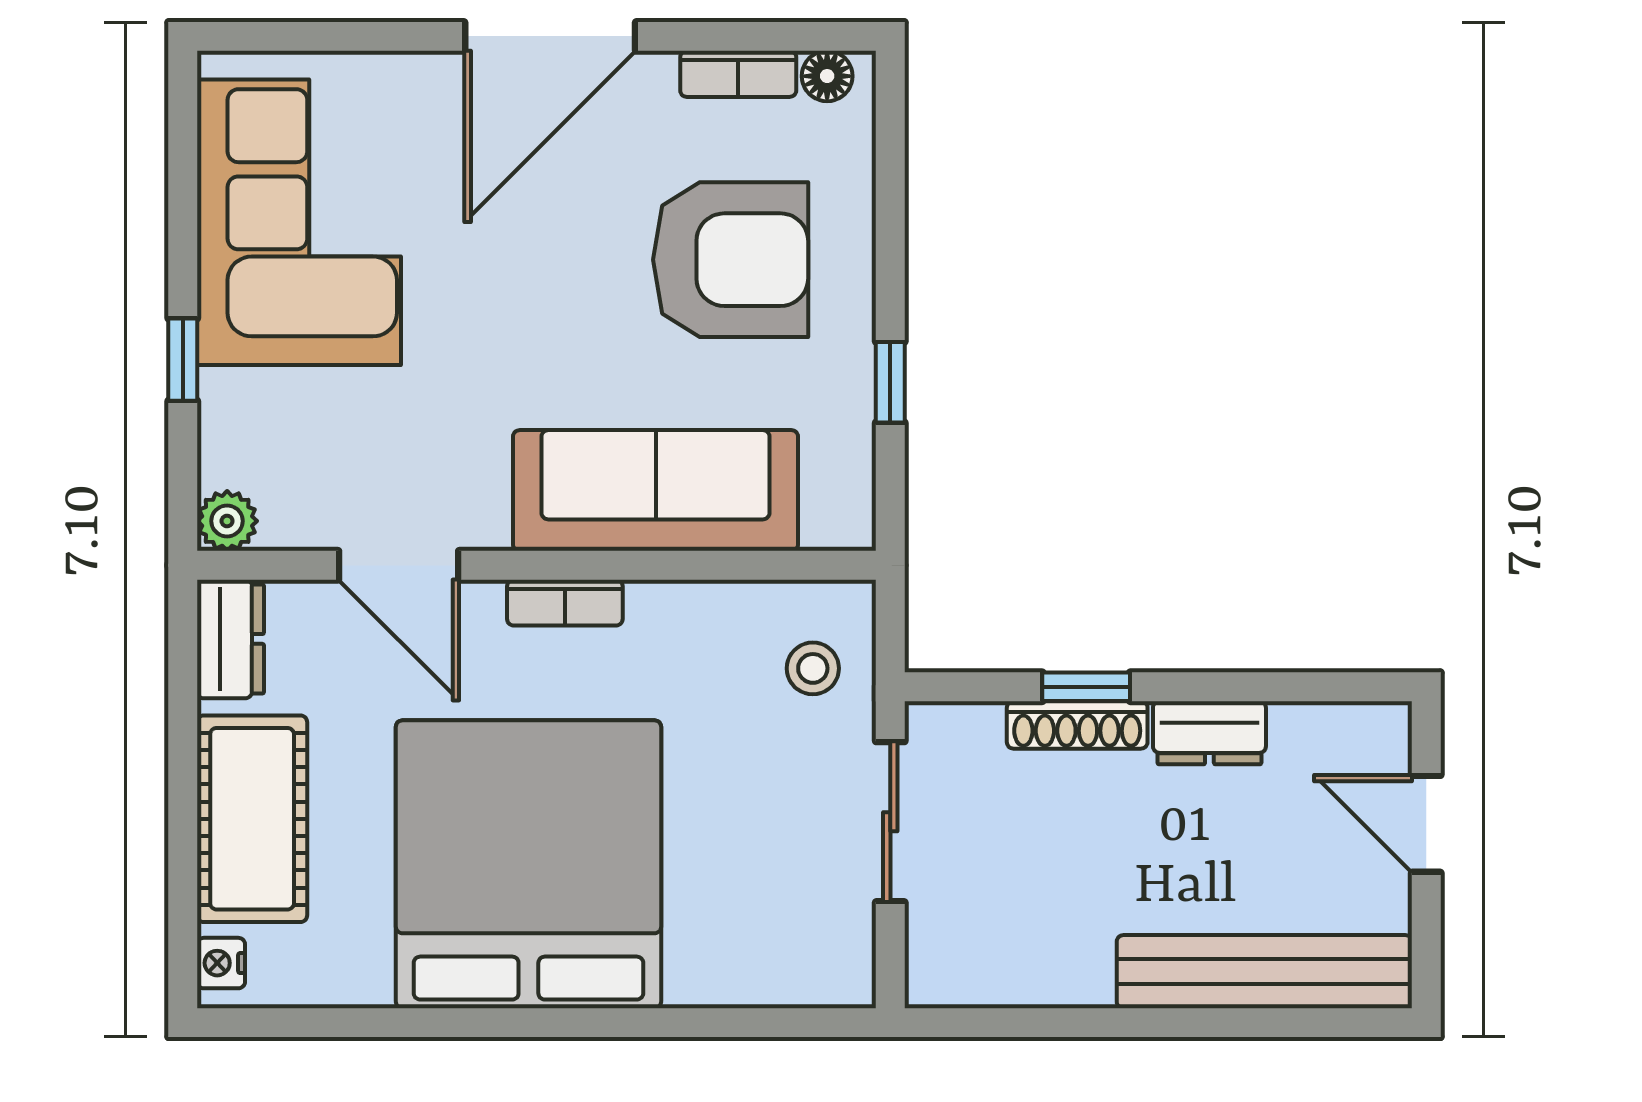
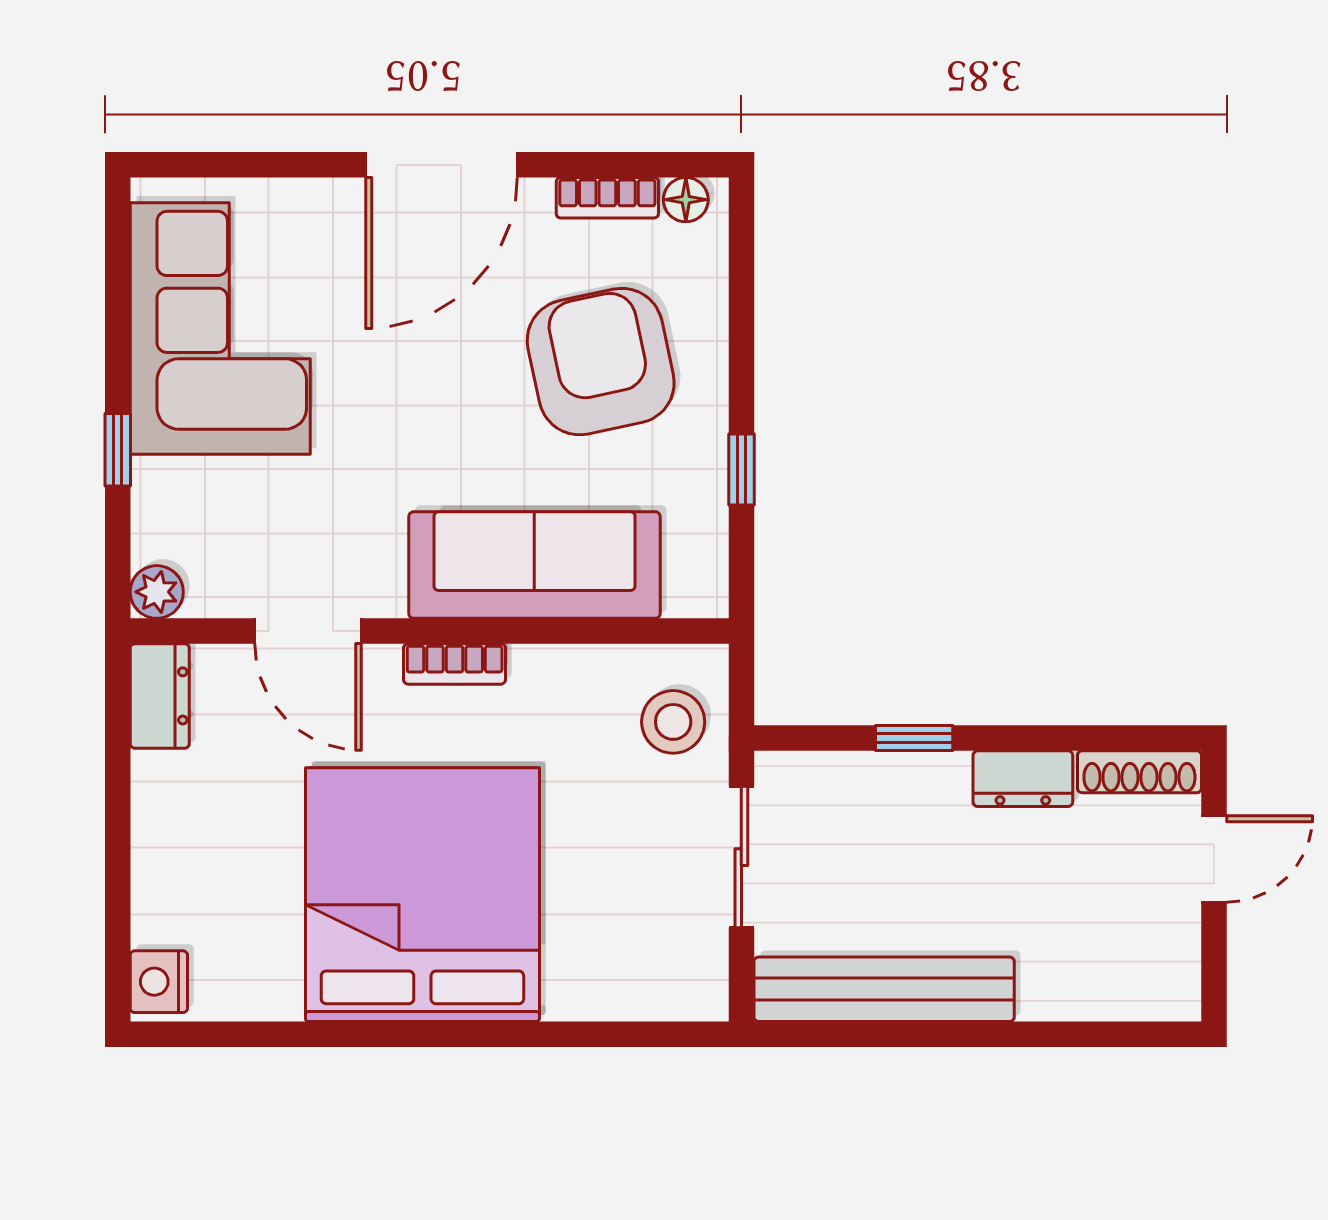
armchair: (731, 260) -> (601, 362), turned -102
stool: (813, 668) -> (673, 722), width x1.37, depth x1.37
shoe rack: (1077, 725) -> (1139, 772), moved
cot: (252, 819) -> (179, 854), removed
door: (1426, 824) -> (1214, 859), swing flipped
nightstand: (221, 963) -> (159, 982), width x1.39, depth x1.35
bench: (1264, 972) -> (884, 989), moved

